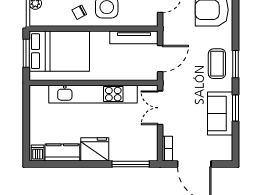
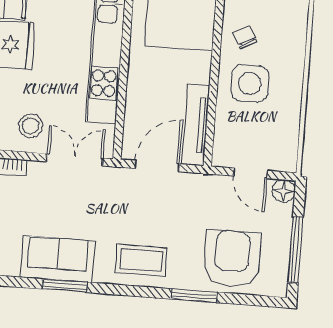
door: (160, 59) -> (157, 166), swing flipped
window: (236, 64) -> (194, 296), moved
stool: (142, 136) -> (31, 126), added

